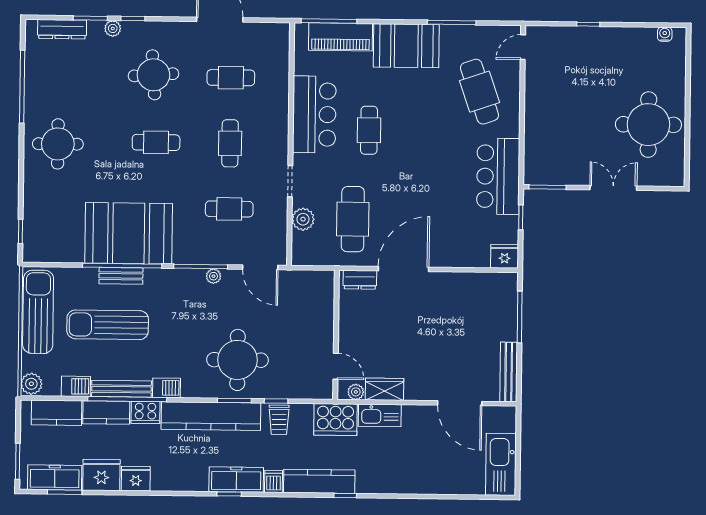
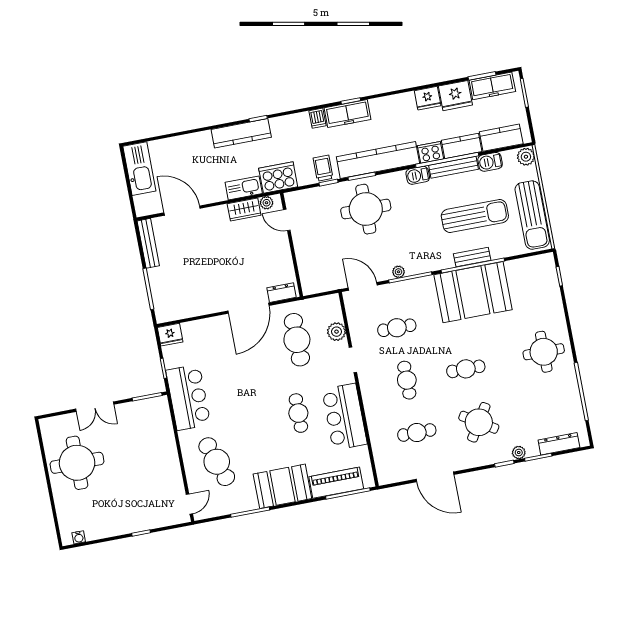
round table: (153, 75) -> (479, 422), turned 36
kitchen counter: (319, 481) -> (241, 133), moved

